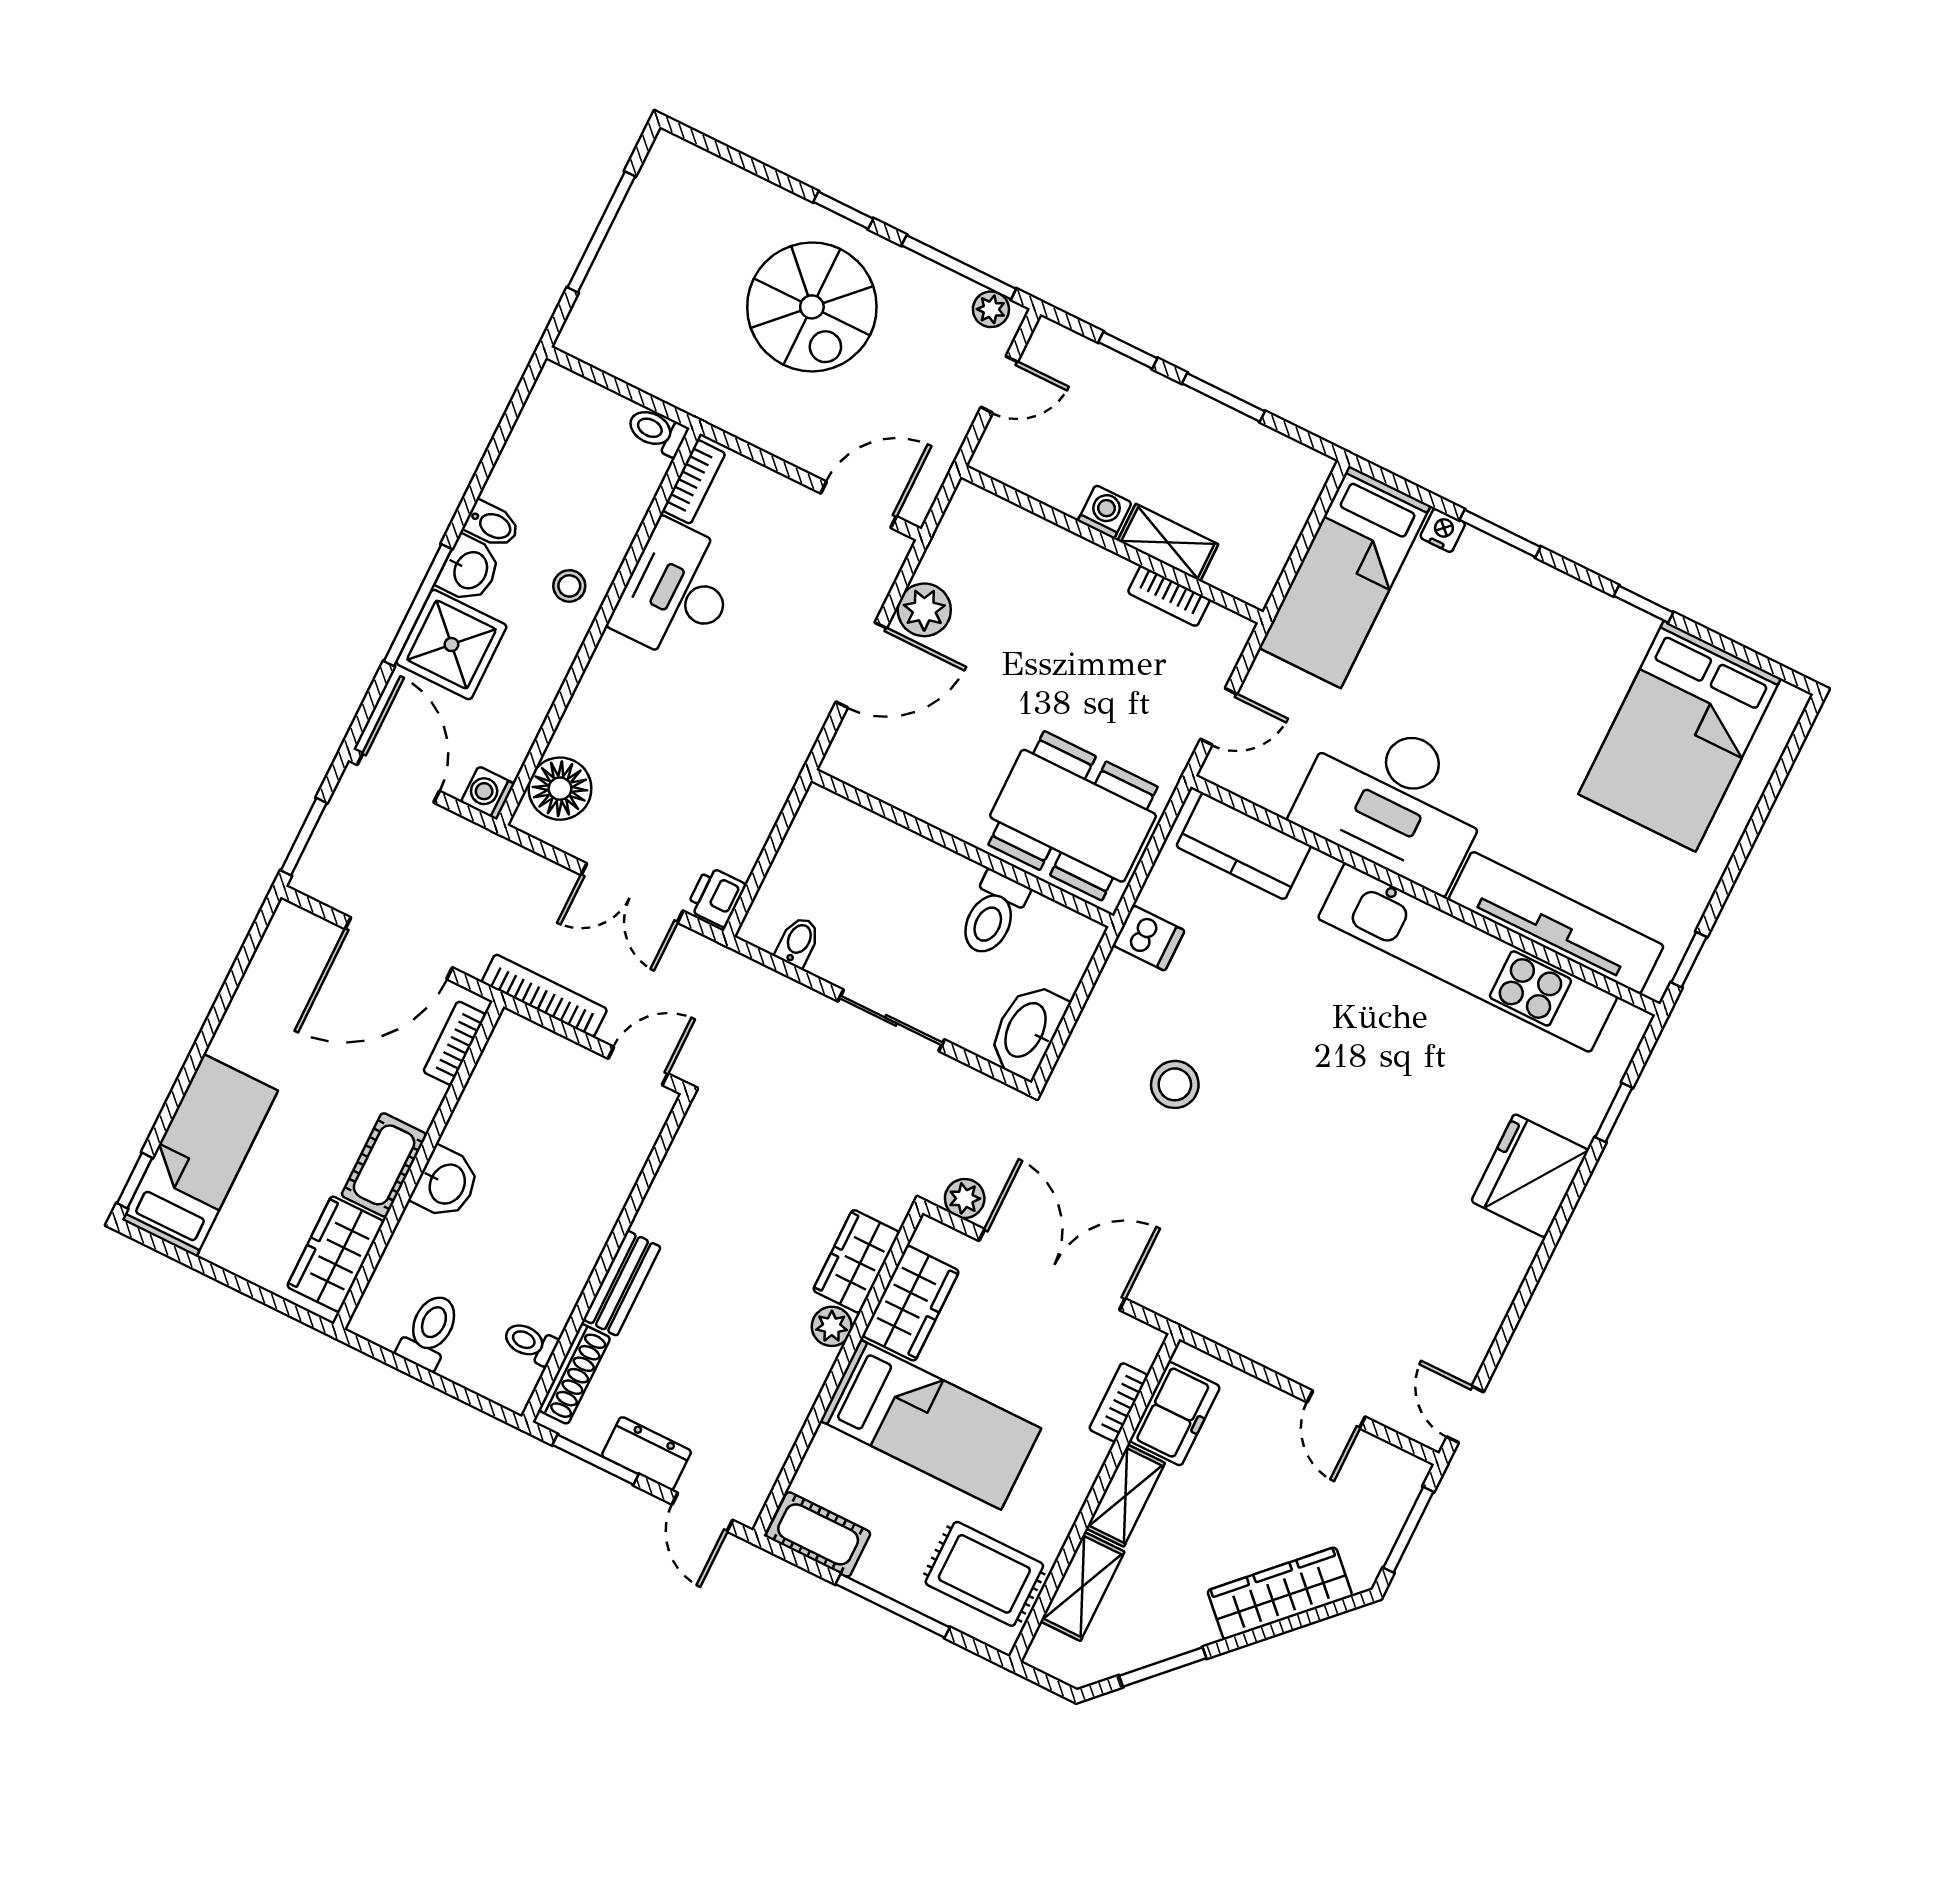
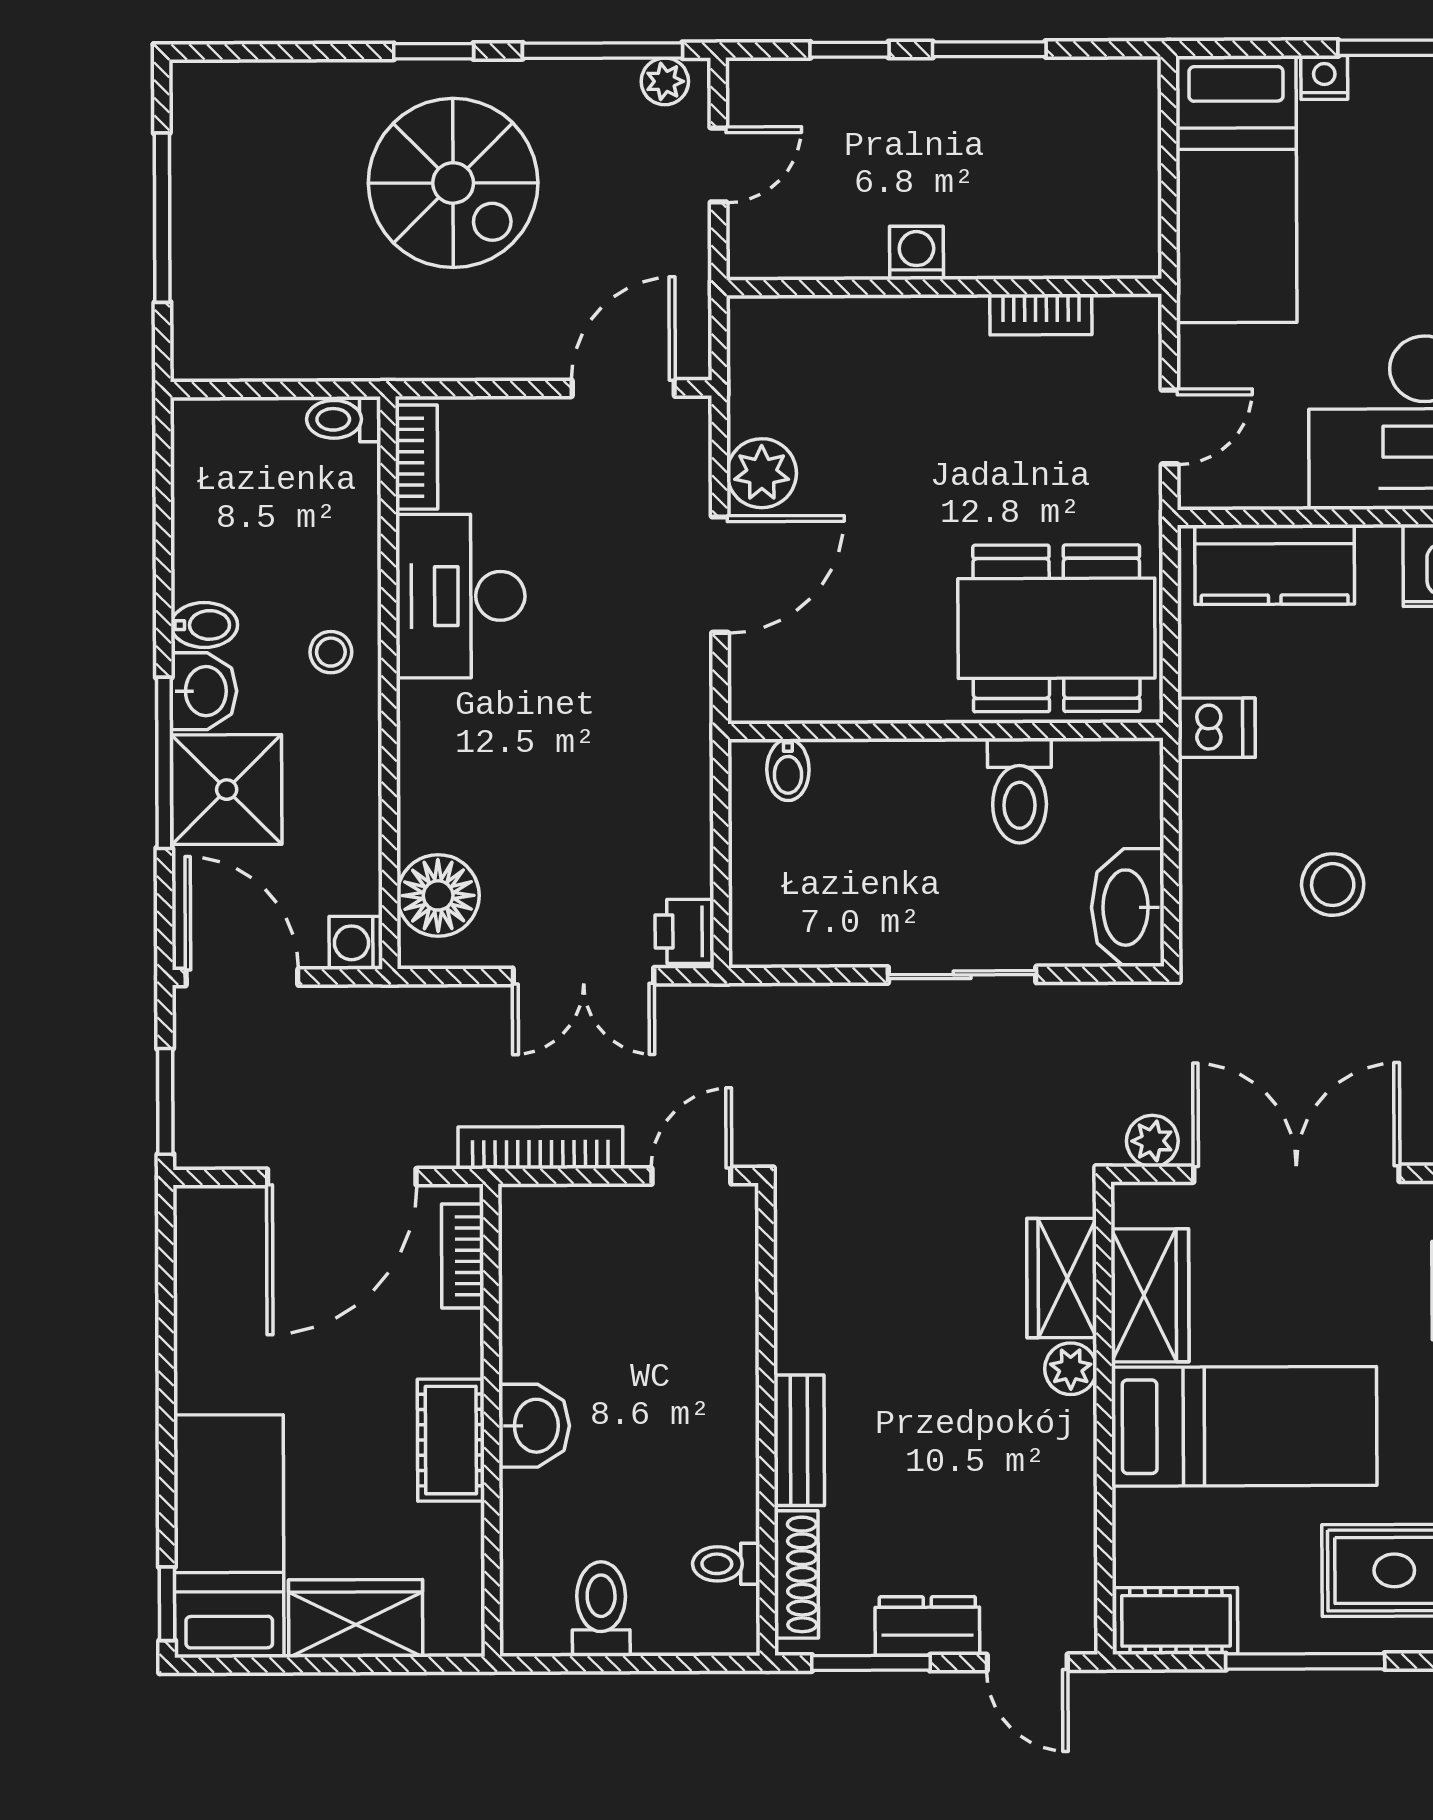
shelving: (1168, 543) -> (1009, 252), removed
bidet: (798, 942) -> (788, 770), moved, turned 180
wardrobe: (335, 1254) -> (356, 1618), moved, turned 90

